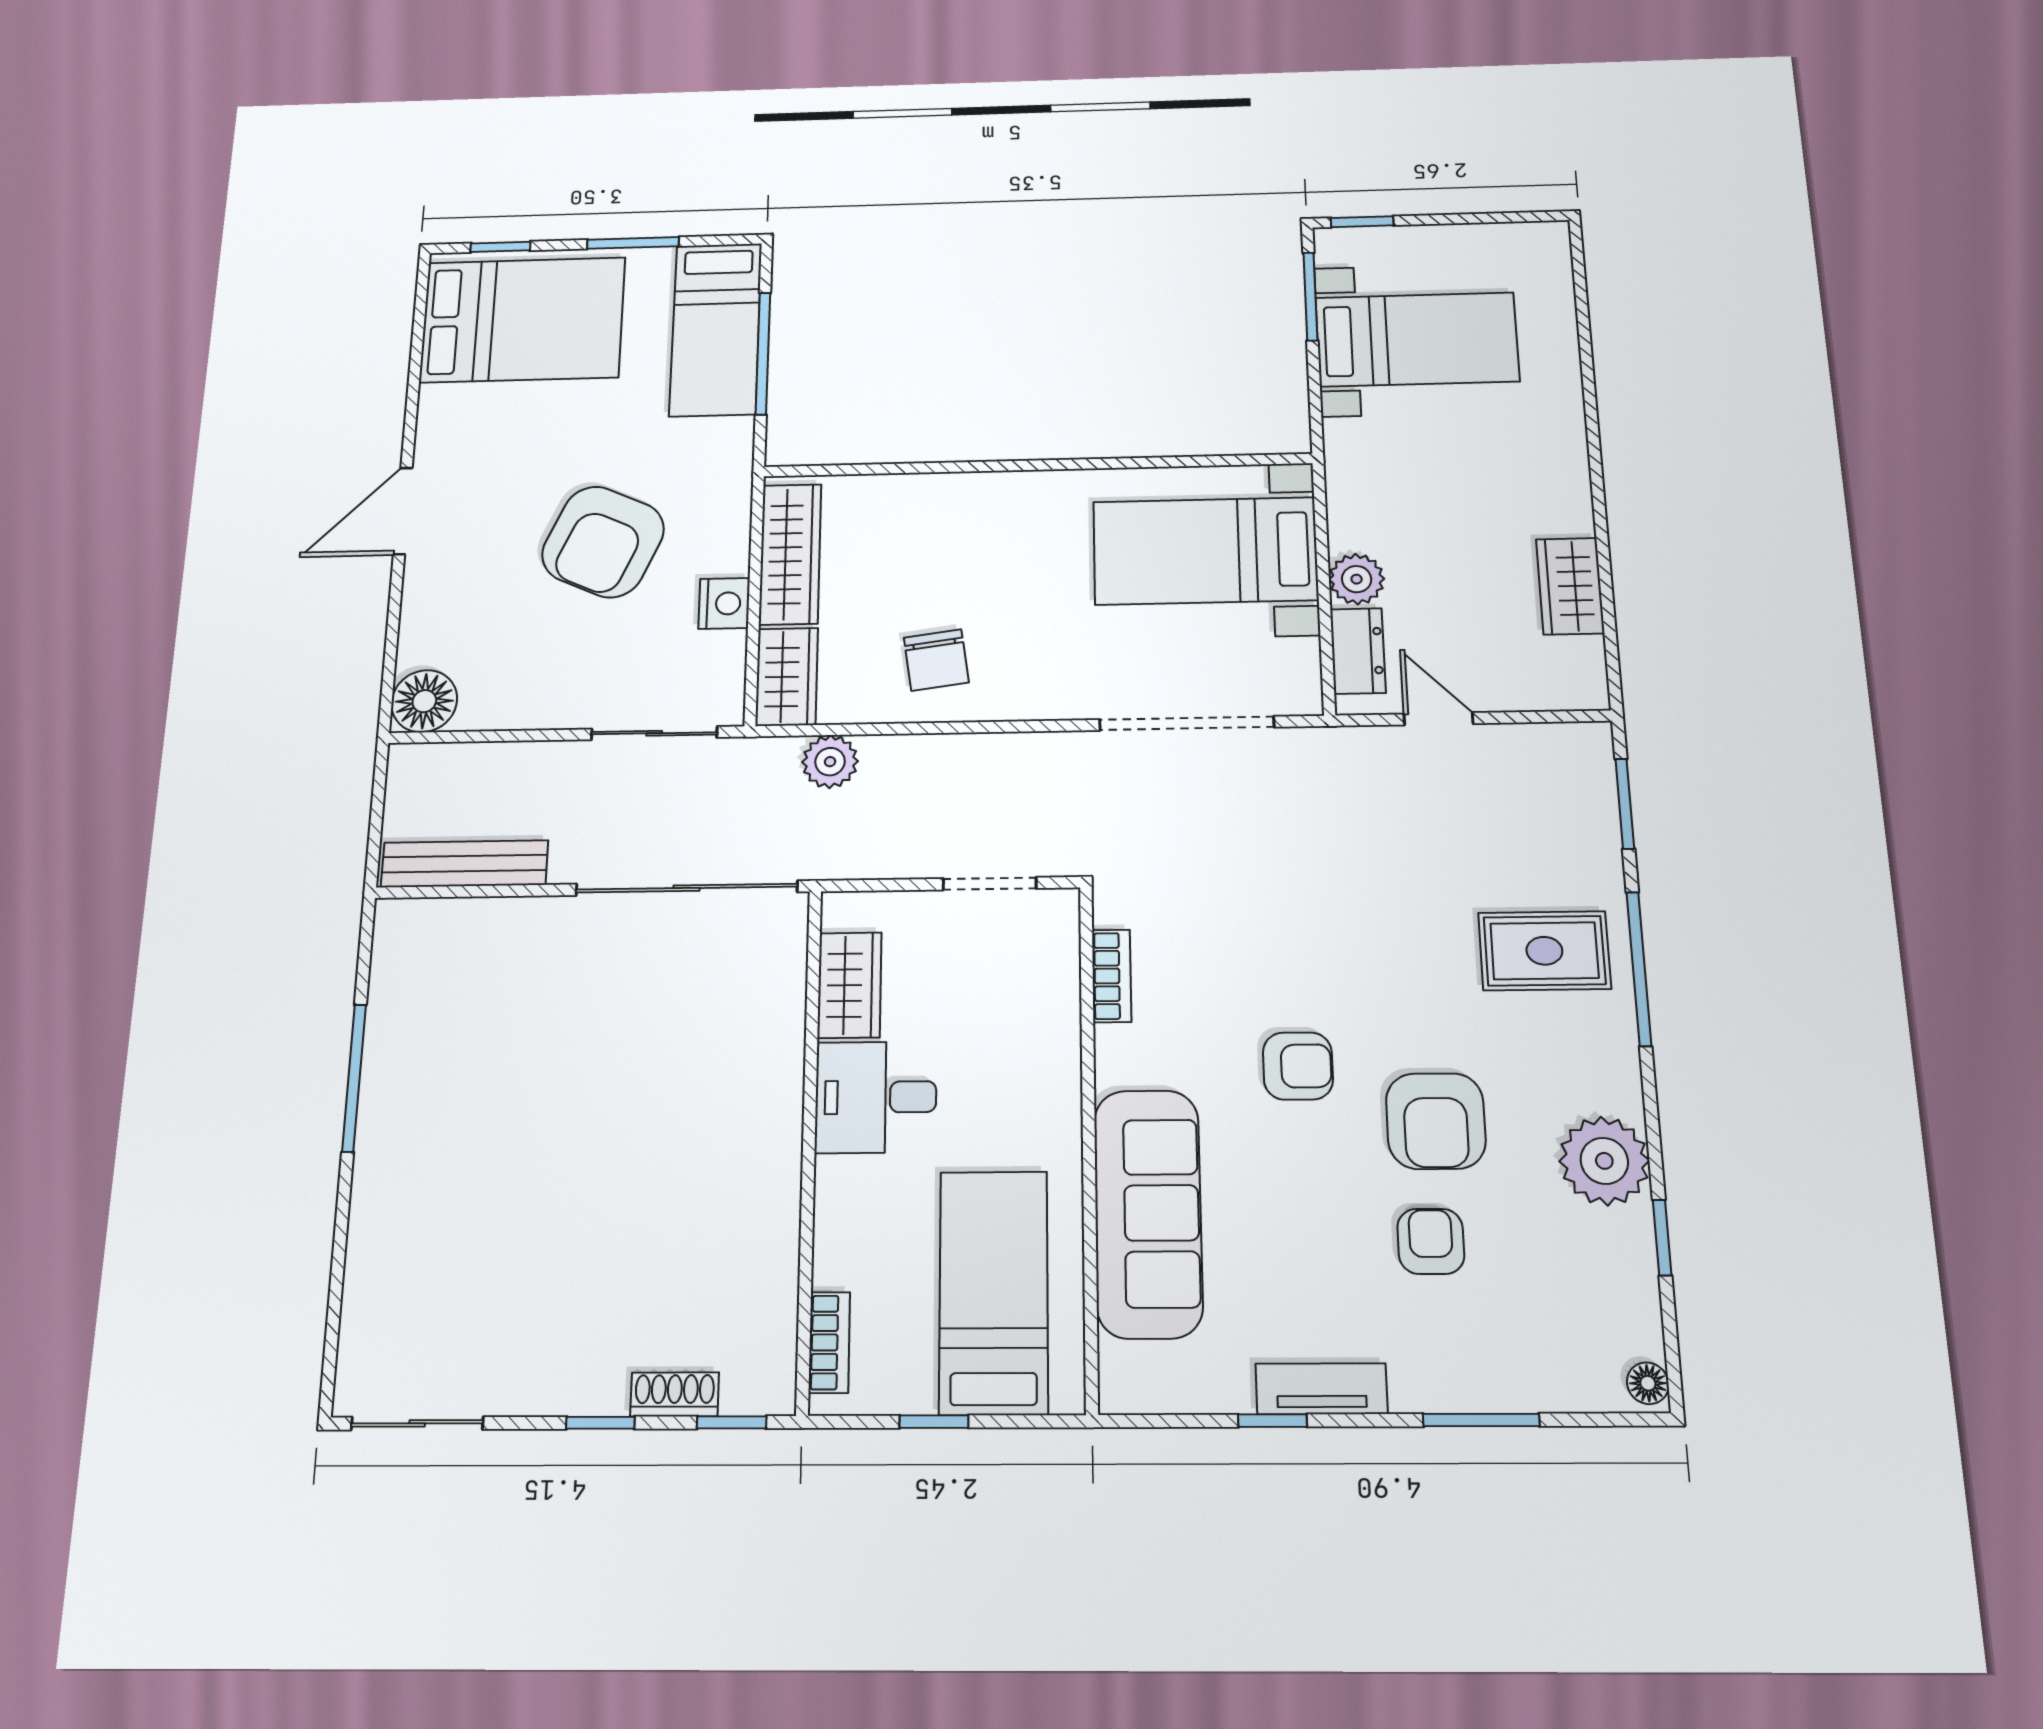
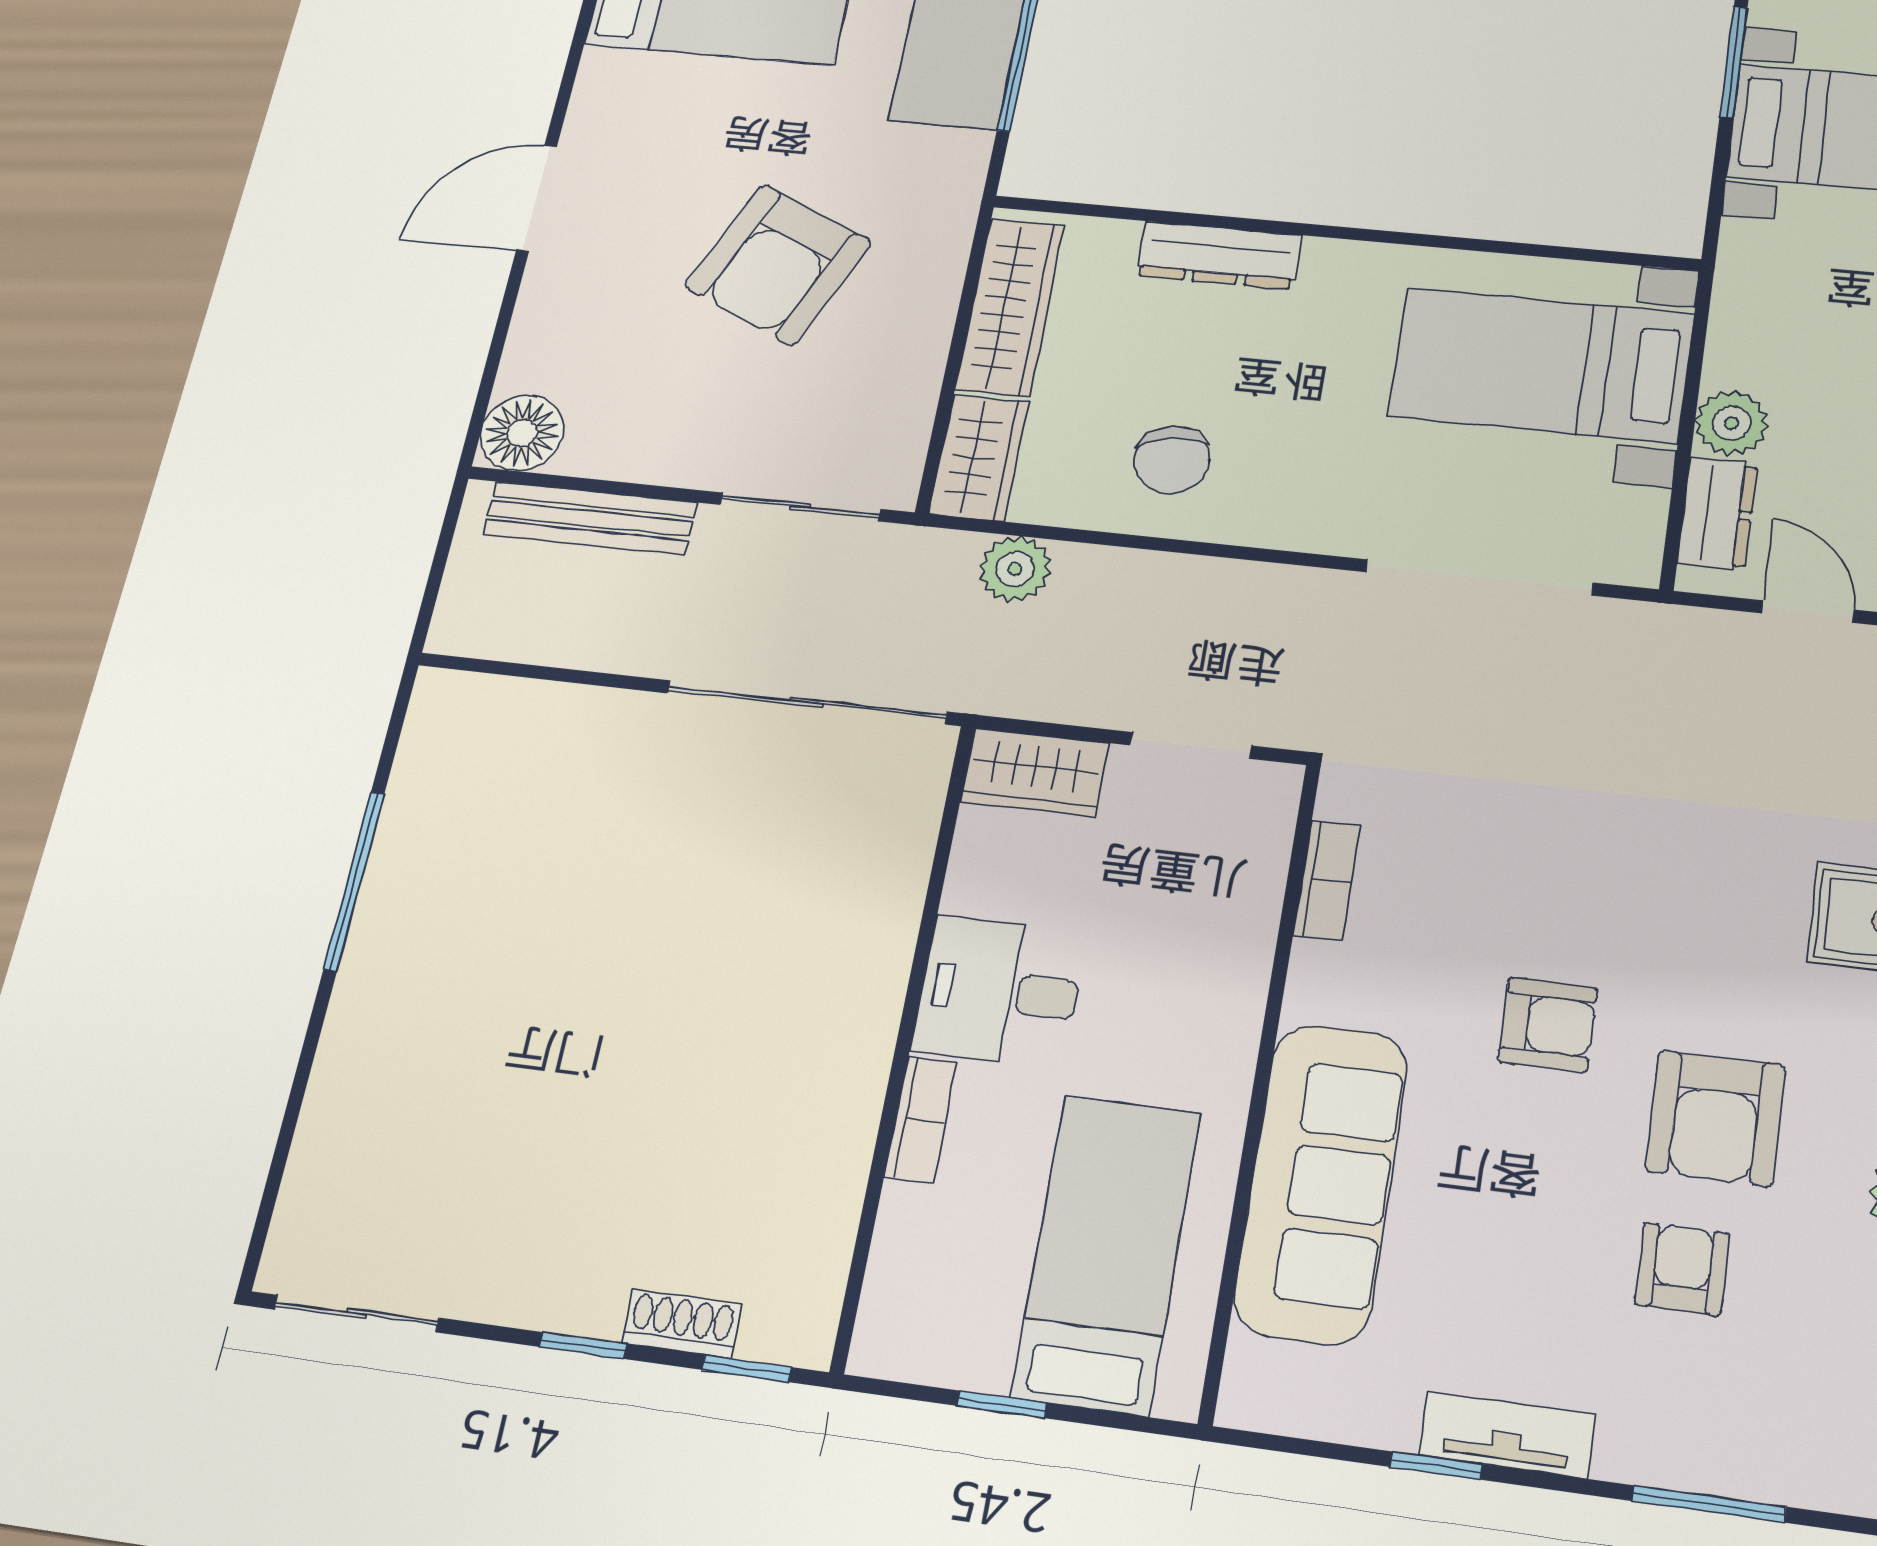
dresser: (945, 494) -> (1219, 255), added
nightstand: (724, 603) -> (916, 358), removed
bench: (465, 864) -> (590, 518), moved
wardrobe: (849, 985) -> (1035, 772), moved, turned 90
bookcase: (829, 1342) -> (921, 1119), moved

